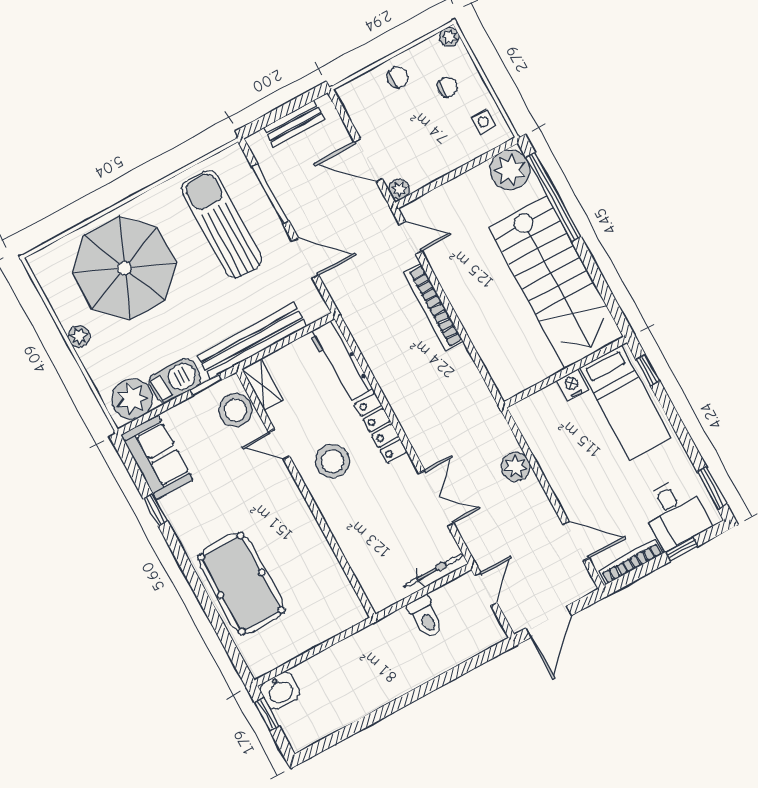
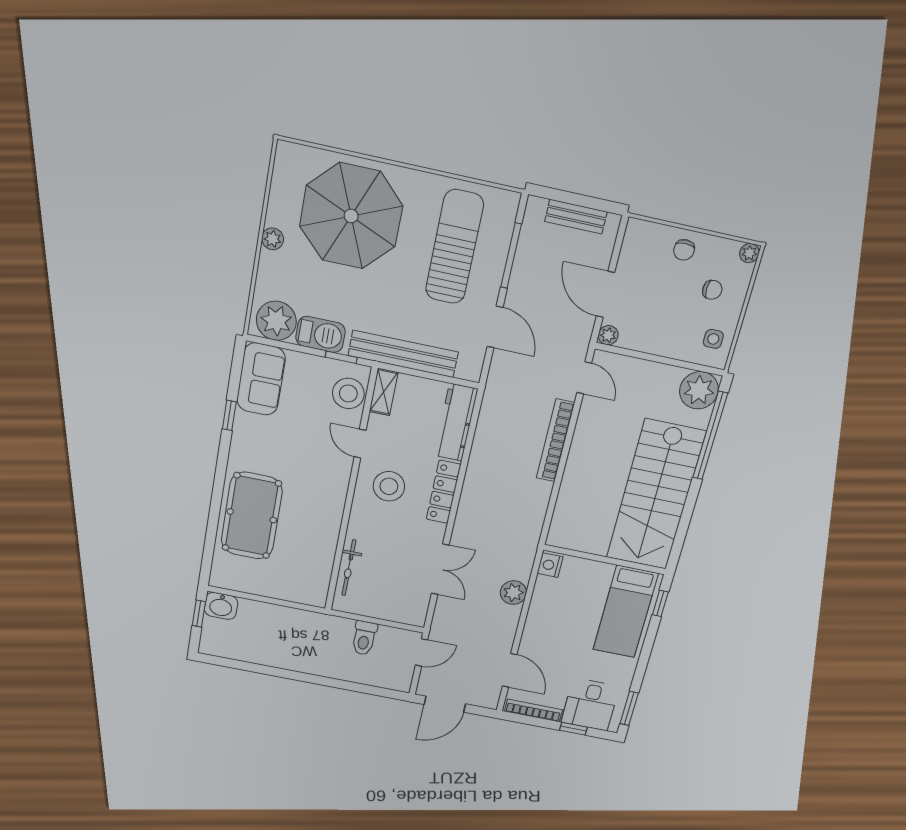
chair: (398, 77) -> (684, 250), turned 91
nightstand: (572, 385) -> (550, 565), moved, turned -90
bicycle: (434, 571) -> (349, 568), moved, turned 90

